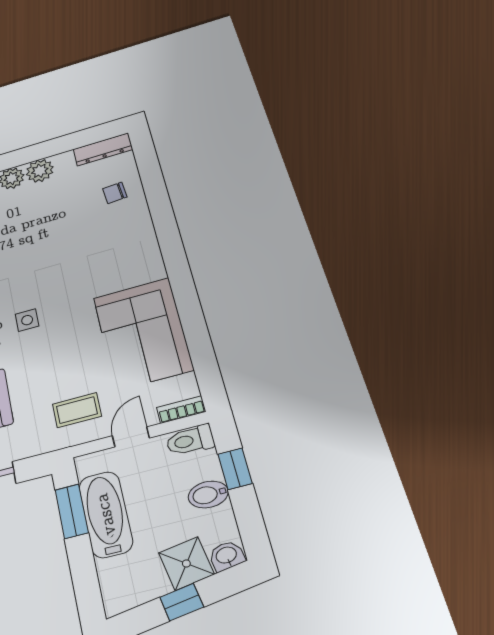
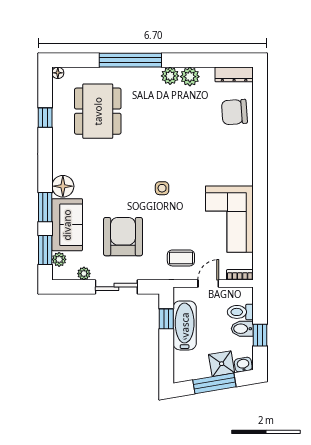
chair: (115, 193) -> (234, 112), width x1.87, depth x1.87
toilet: (190, 440) -> (240, 312), moved
window: (235, 469) -> (260, 335), moved
window: (72, 511) -> (166, 319), width x0.67
window: (182, 602) -> (214, 383), width x2.17

